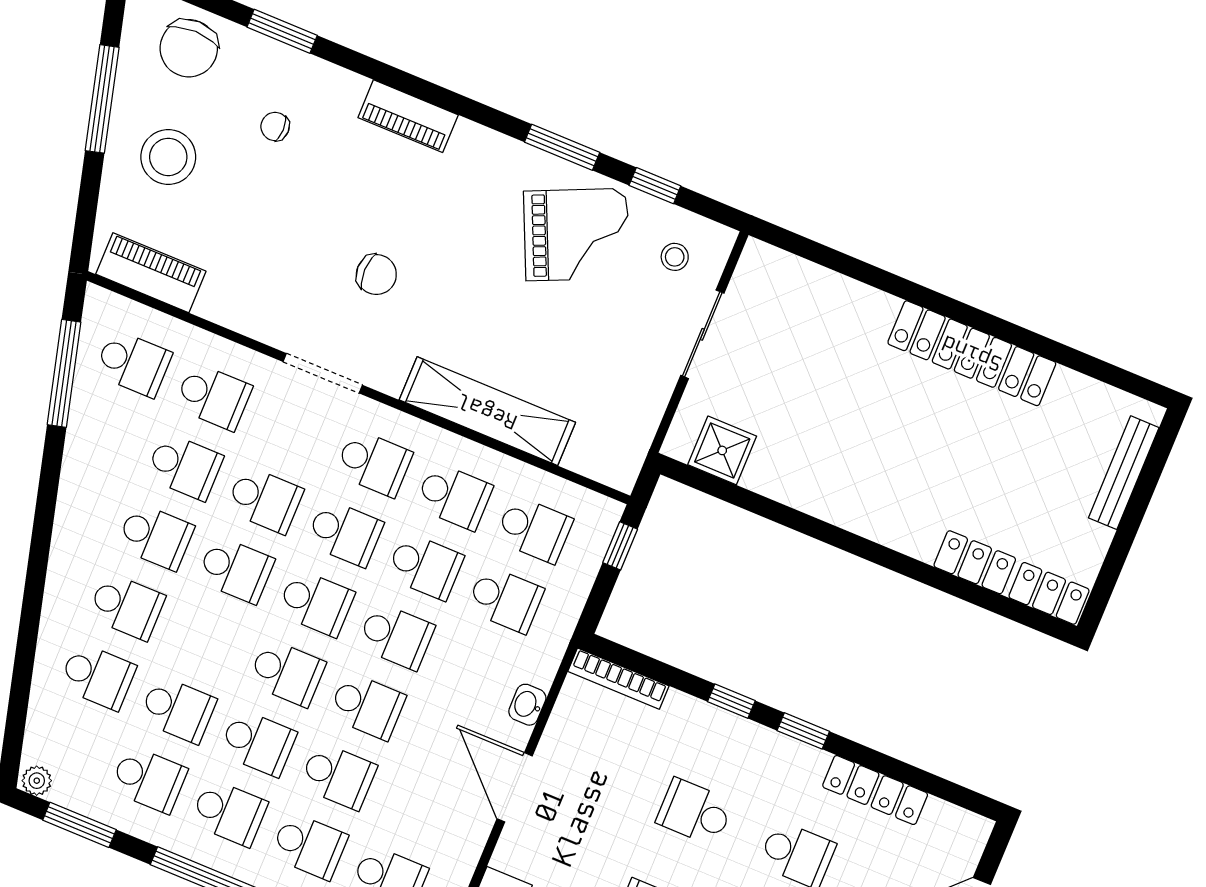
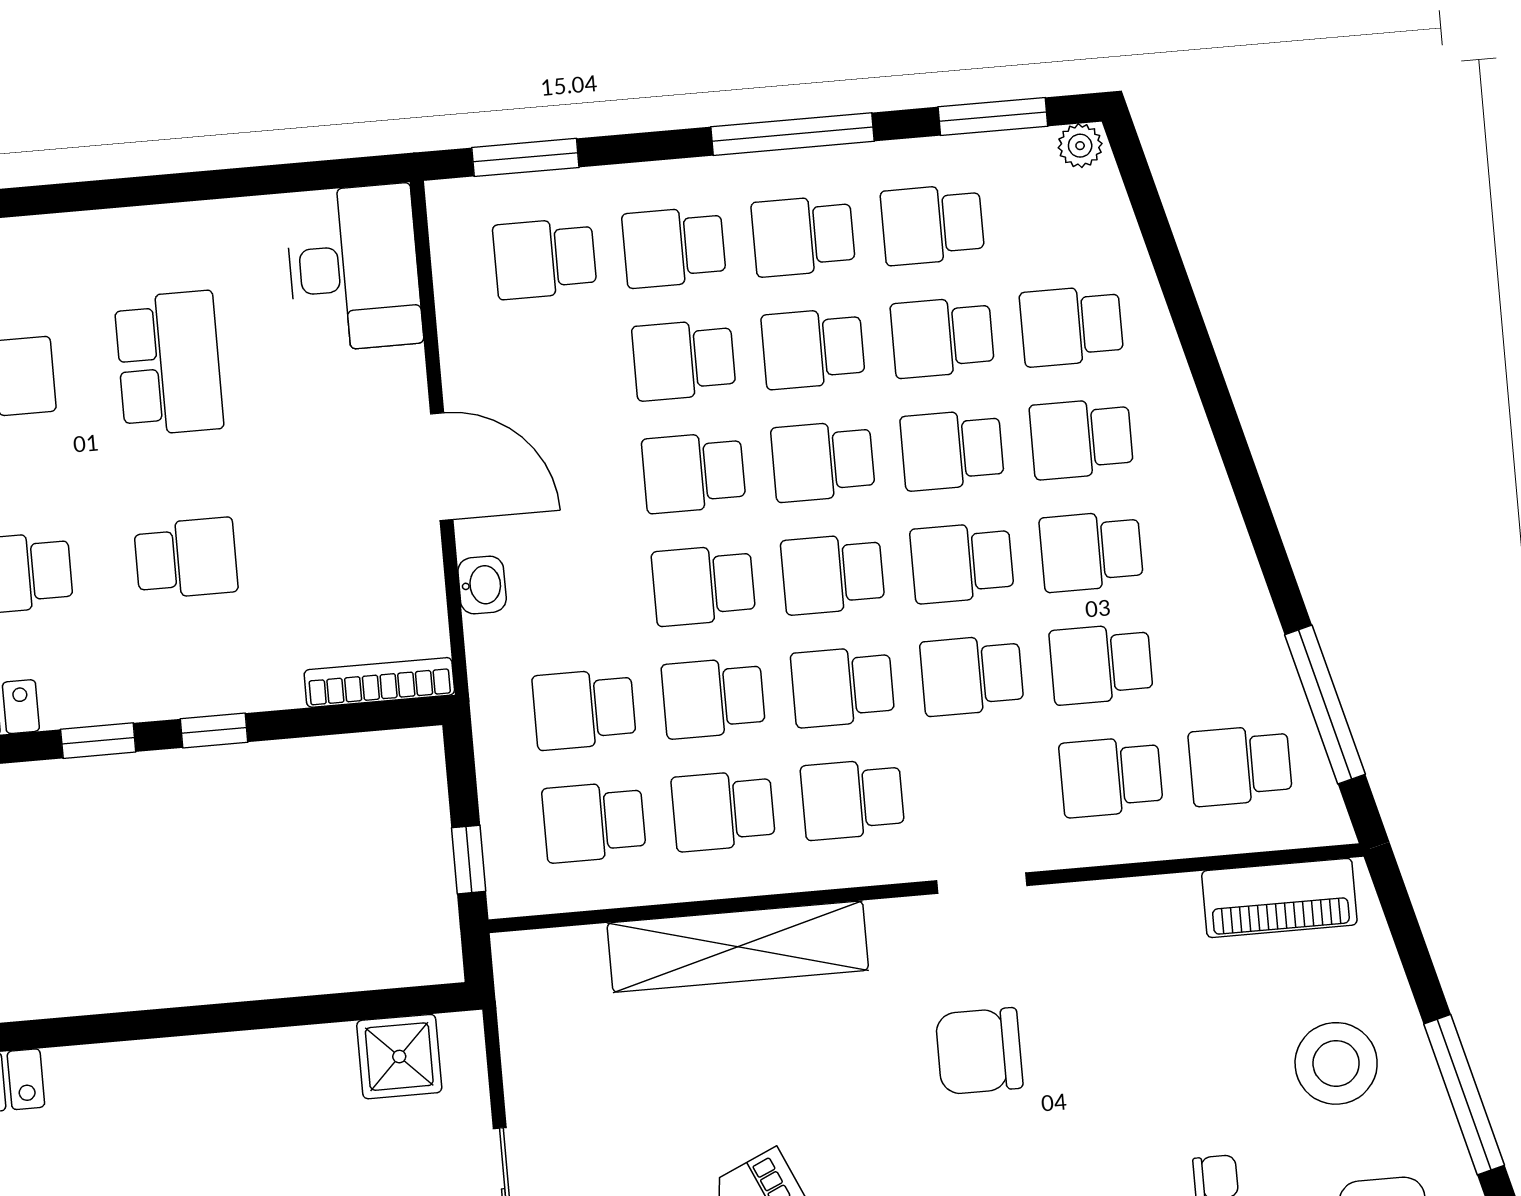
chair: (376, 275) -> (979, 1051), width x1.37, depth x1.37
doorway: (323, 373) -> (982, 883), width x0.73
school desk: (207, 640) -> (952, 450), added

